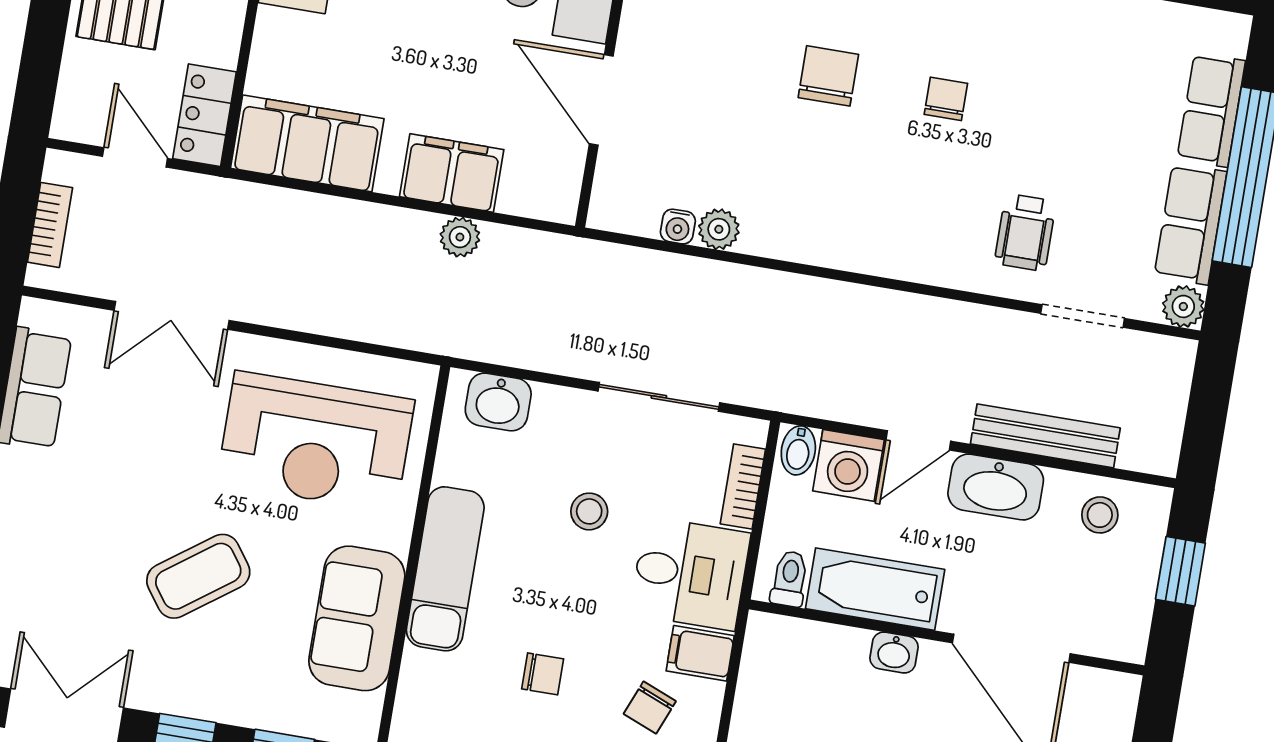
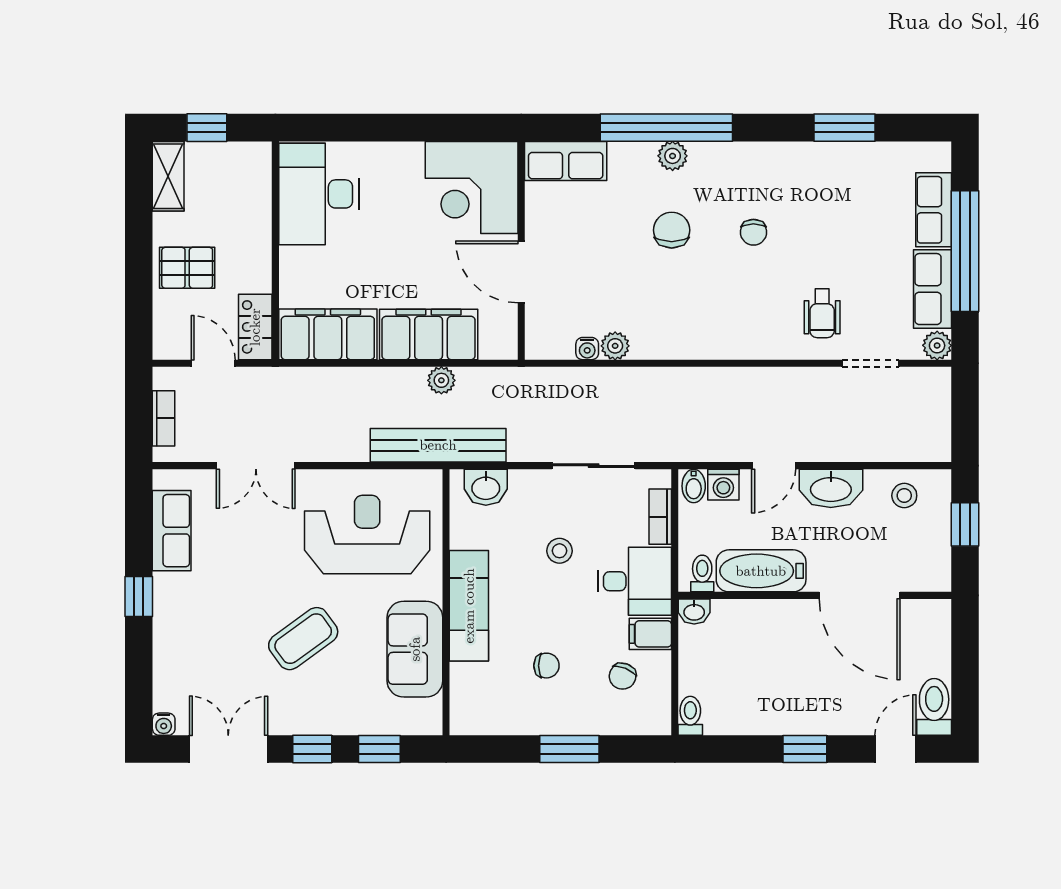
chair: (946, 99) -> (753, 232), turned 180
filing cabinet: (452, 173) -> (429, 334), width x1.50, depth x1.17
bench: (1045, 436) -> (438, 445), moved, width x1.37, depth x1.21
reception desk: (316, 442) -> (367, 535), turned 180
washing machine: (849, 465) -> (723, 485), width x0.73, depth x0.73
washbasin: (894, 653) -> (694, 612), moved

